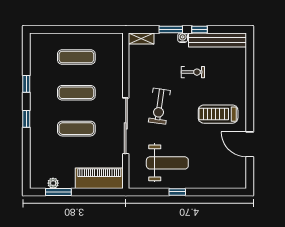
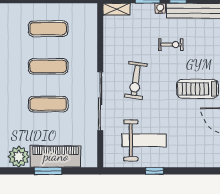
piano: (99, 178) -> (56, 156), moved
plant: (53, 183) -> (19, 157), width x1.88, depth x1.88
window: (58, 192) -> (48, 171), moved

